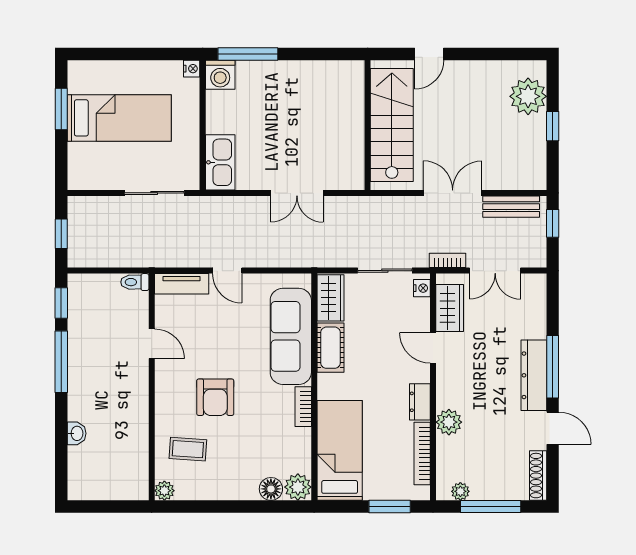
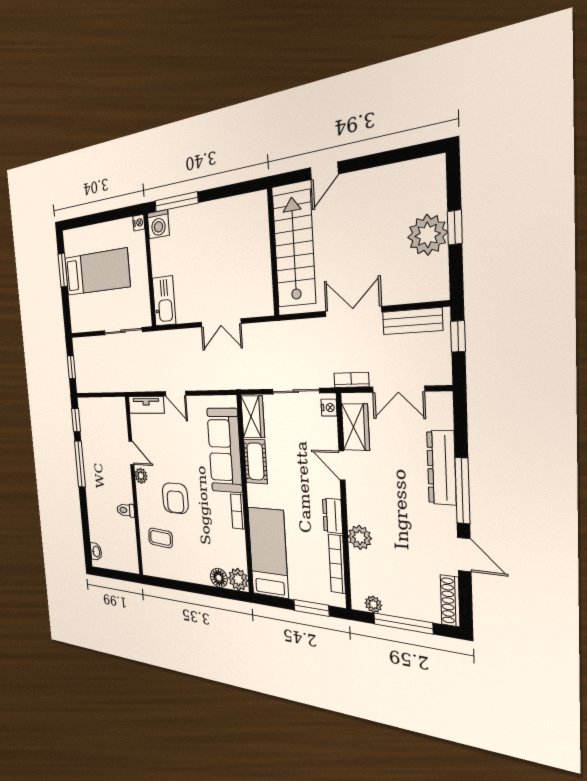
plant: (528, 96) -> (427, 235), moved
toilet: (135, 282) -> (126, 510), moved
dresser: (534, 375) -> (441, 468), moved
washbasin: (77, 433) -> (96, 552), moved
plant: (164, 491) -> (141, 476), moved

